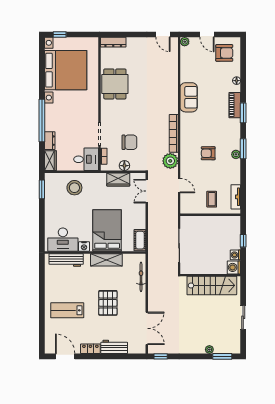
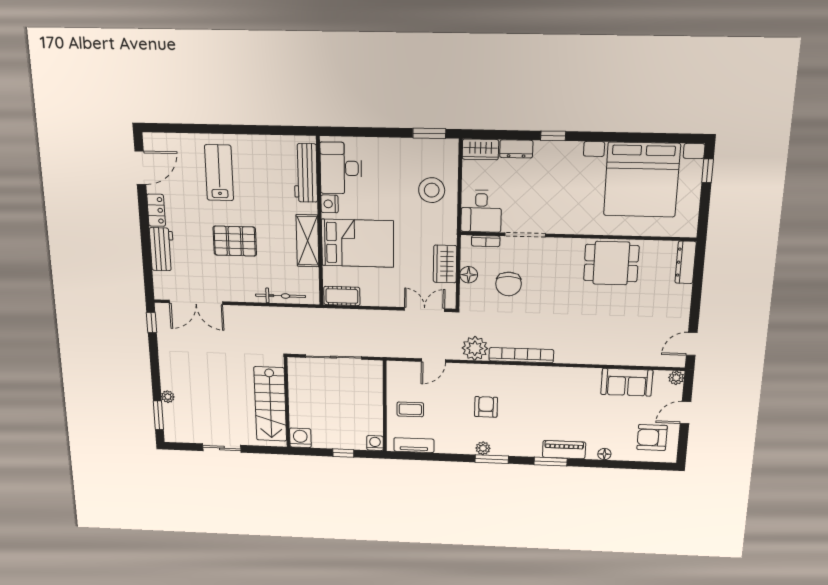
armchair: (224, 53) -> (652, 437), turned 90
sofa: (189, 97) -> (627, 382), moved
window: (42, 121) -> (553, 136), width x0.32
washing machine: (235, 255) -> (375, 443), moved

